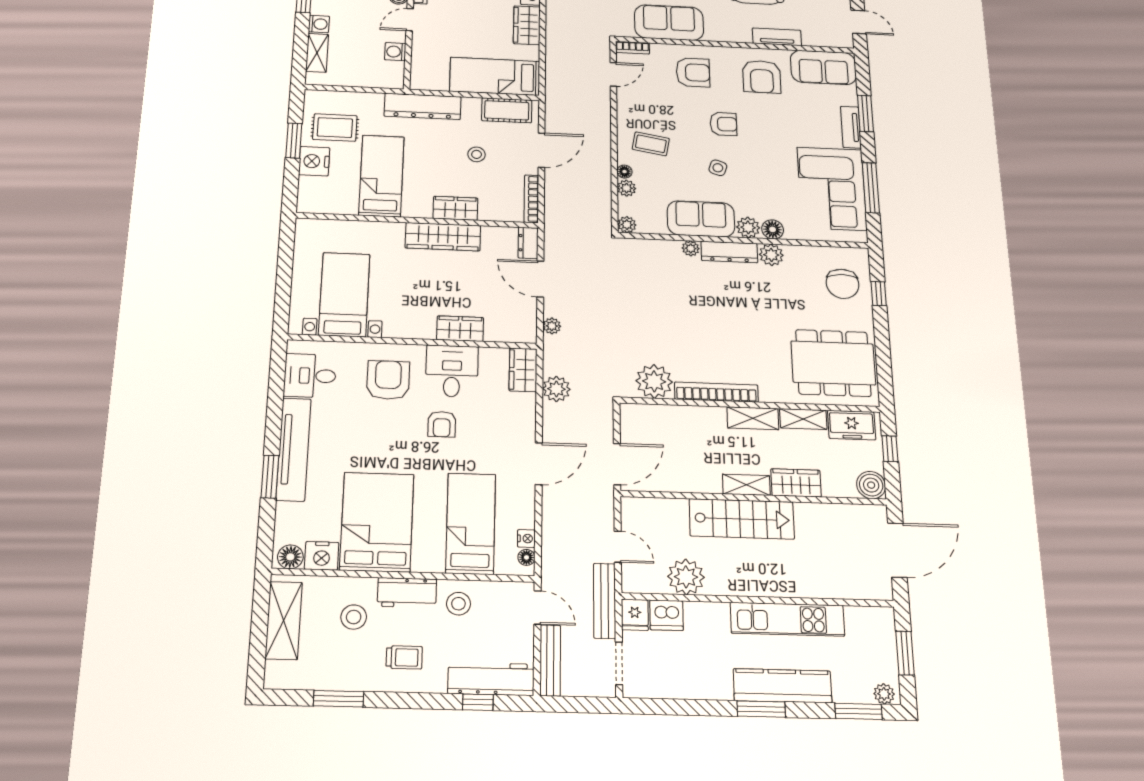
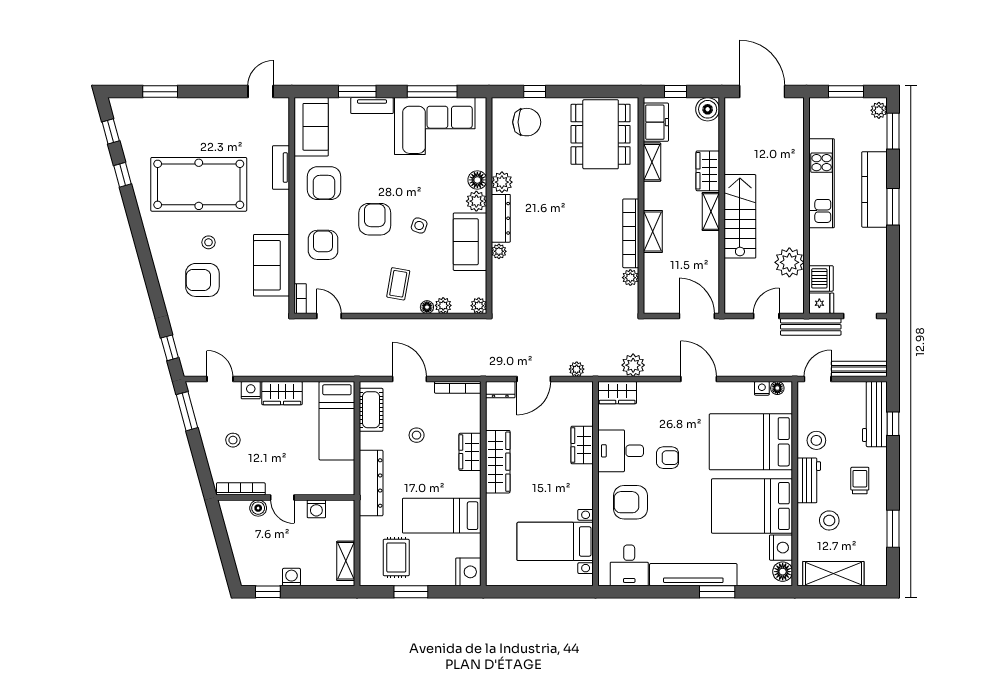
shelving: (317, 53) -> (346, 561), moved, turned 90
armchair: (762, 77) -> (324, 183), turned 90
armchair: (723, 124) -> (375, 219), width x1.38, depth x1.38
nightstand: (314, 161) -> (468, 572), moved, turned -90
plant: (654, 381) -> (630, 278), width x0.53, depth x0.53
shelving: (753, 418) -> (653, 231), moved
bed: (471, 524) -> (751, 442), width x1.50

